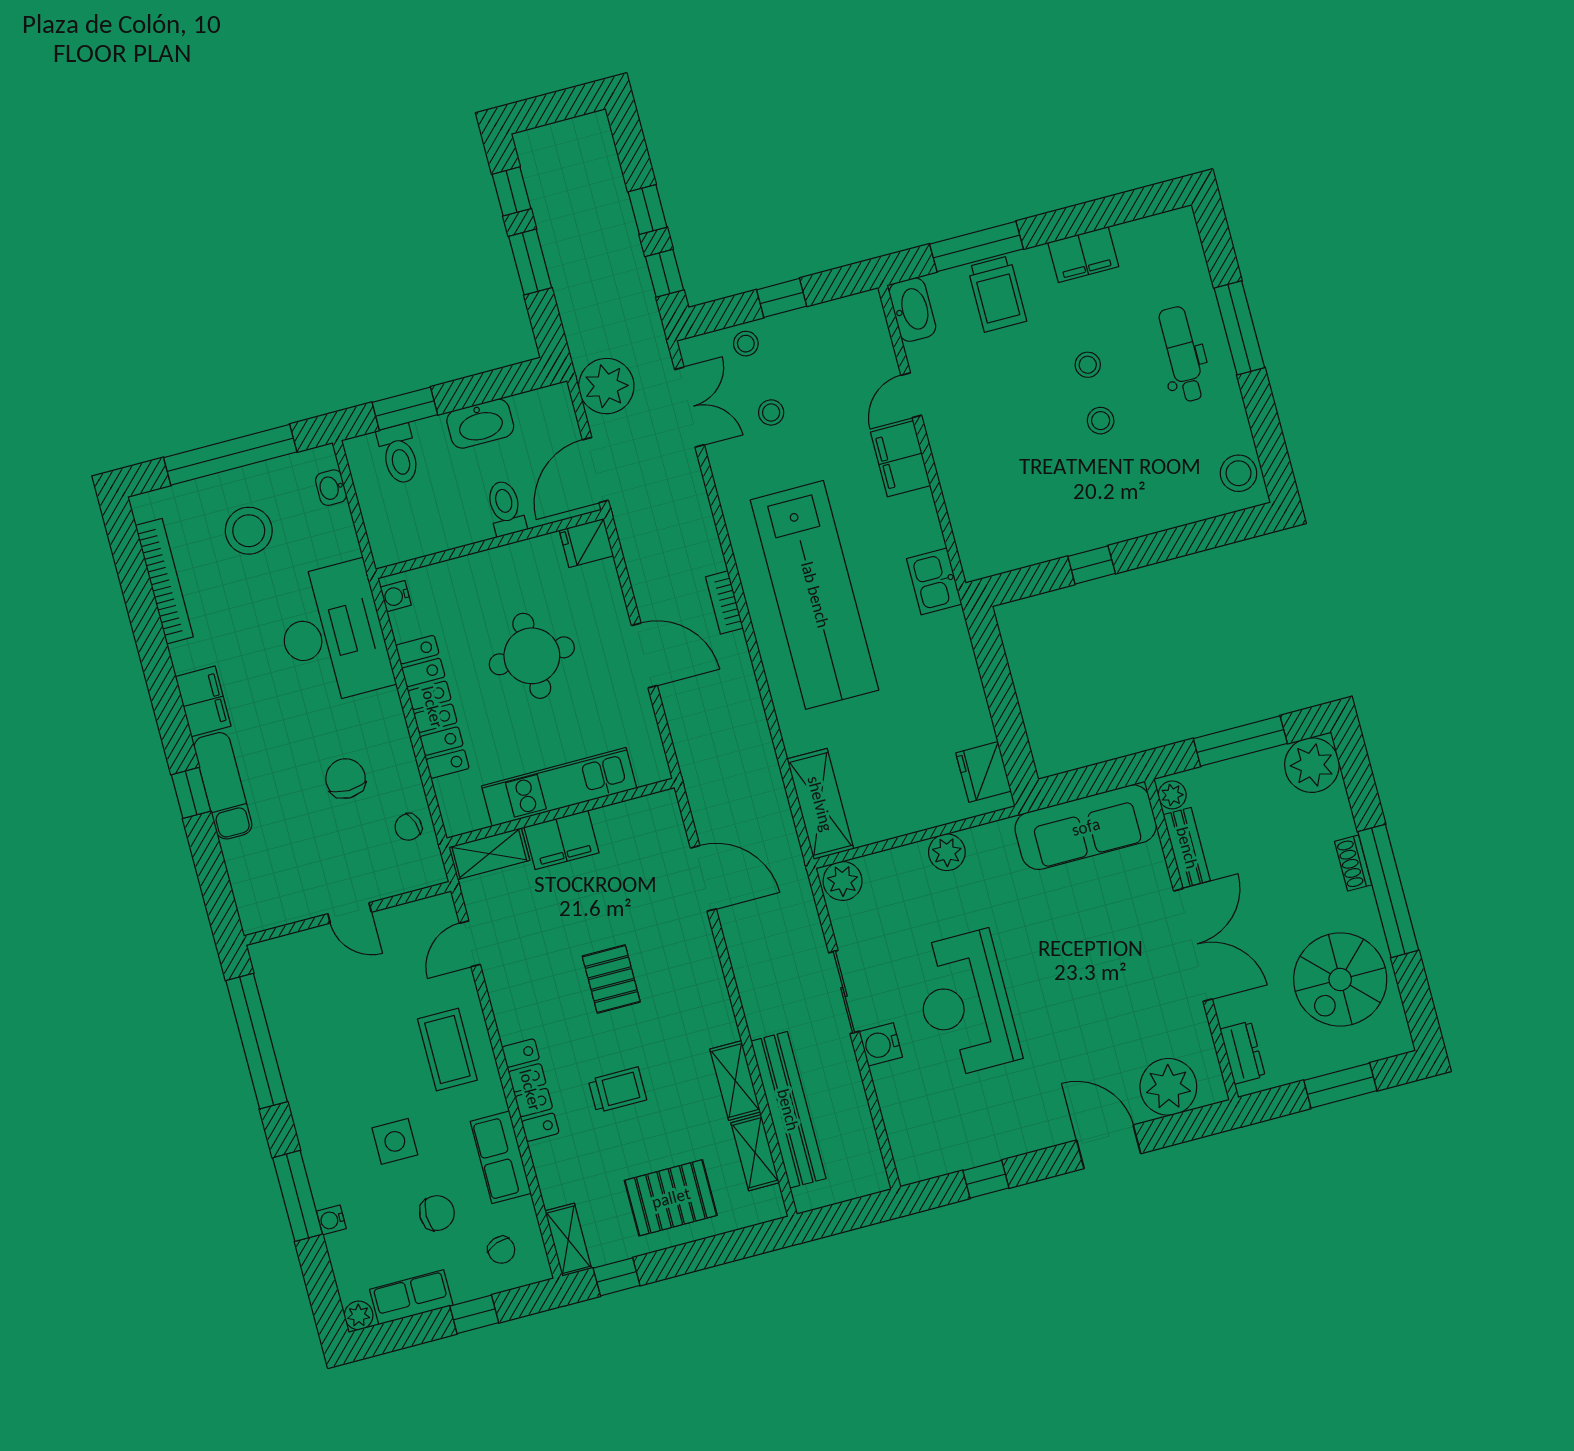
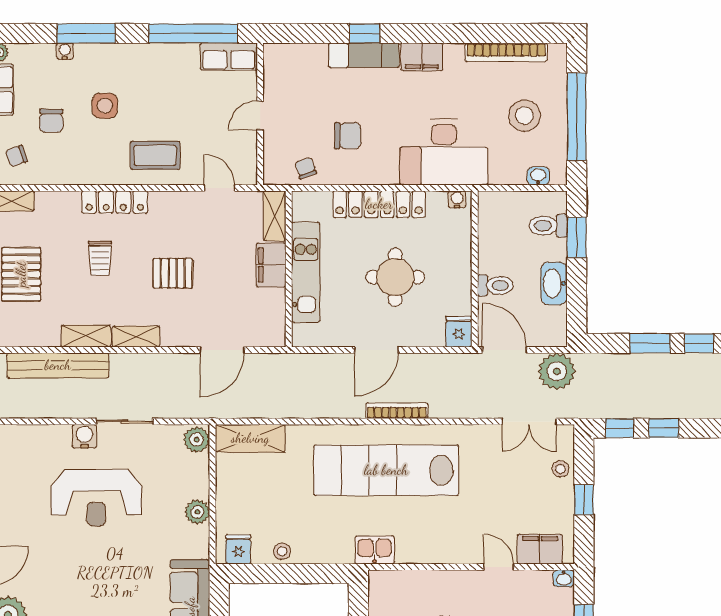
washbasin: (912, 310) -> (564, 578), width x0.52, depth x0.69
stool: (771, 412) -> (282, 551), moved
filing cabinet: (901, 459) -> (540, 549), moved
bookcase: (724, 602) -> (397, 411), width x1.56
fridge: (984, 772) -> (238, 549), width x0.72
reception desk: (965, 1004) -> (96, 498), turned 180
shelving: (755, 1153) -> (136, 337), moved
row of seats: (501, 1157) -> (229, 57), moved, turned 180

